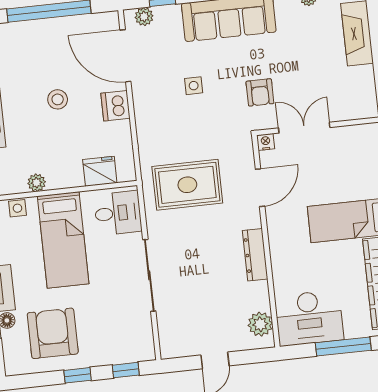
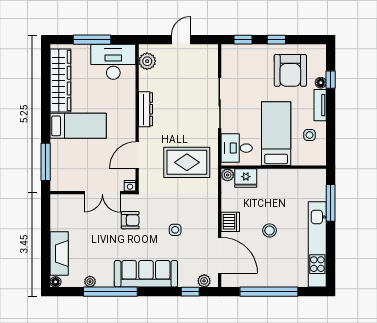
armchair: (260, 92) -> (130, 220), turned 90
plant: (37, 183) -> (228, 175), moved
side table: (17, 208) -> (310, 135), moved

